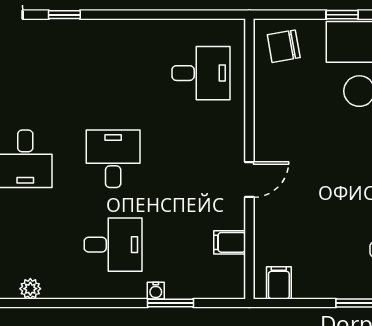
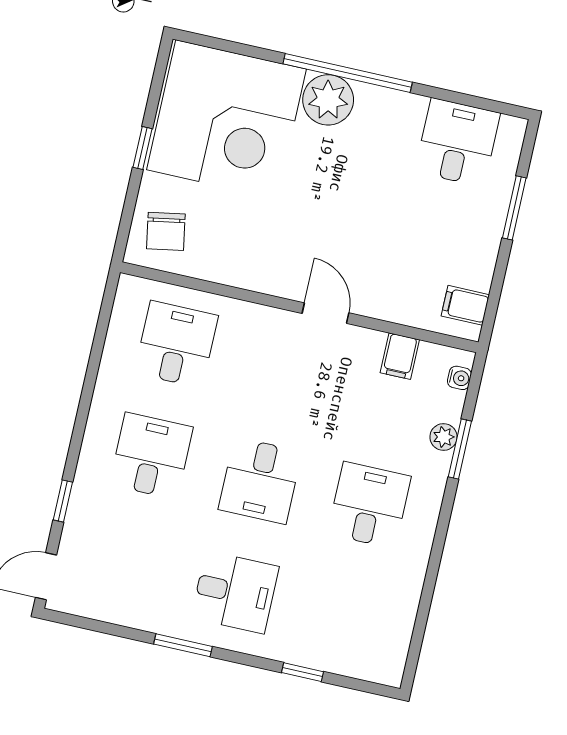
desk: (113, 73) -> (151, 456), added
desk: (113, 159) -> (260, 481), turned -90
plant: (30, 289) -> (443, 437), moved
water cooler: (156, 291) -> (459, 378), moved

